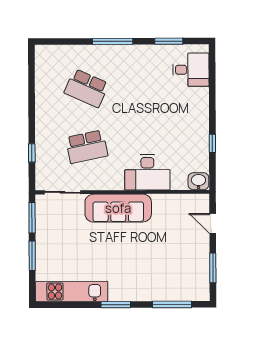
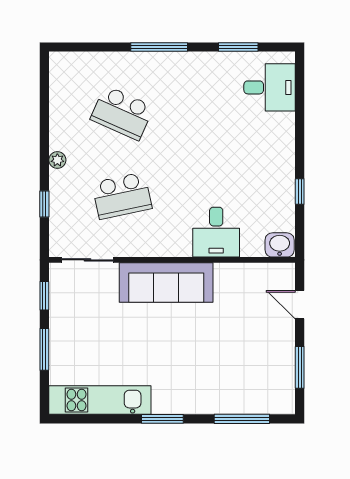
plant: (41, 122) -> (57, 160), added
desk: (147, 172) -> (216, 232), width x0.73
window: (32, 218) -> (44, 296), width x0.67

